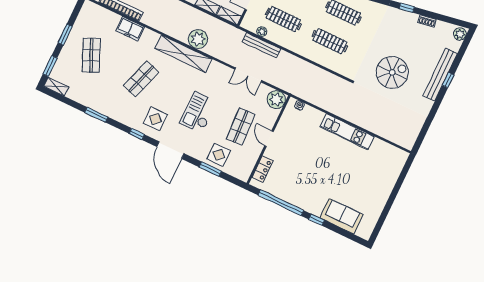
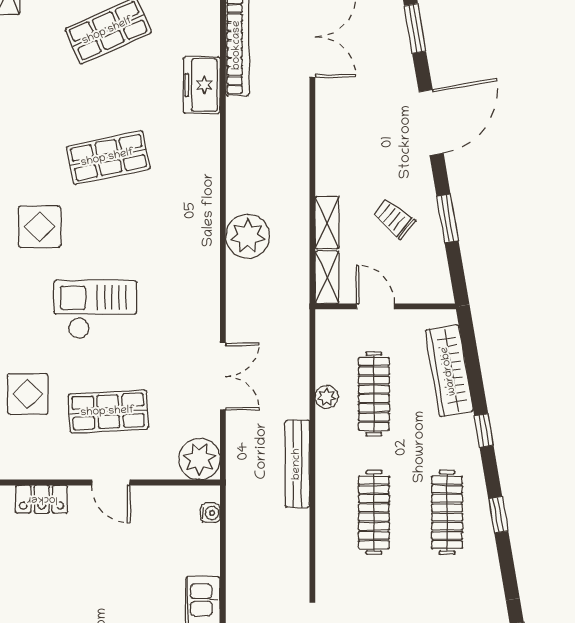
plant: (262, 31) -> (327, 397), moved
bench: (261, 45) -> (297, 464), moved
shelving: (183, 54) -> (203, 221), removed
double door: (248, 75) -> (223, 376), swing flipped
shop shelf: (141, 79) -> (108, 158), turned -30
door: (269, 139) -> (111, 482), swing flipped

